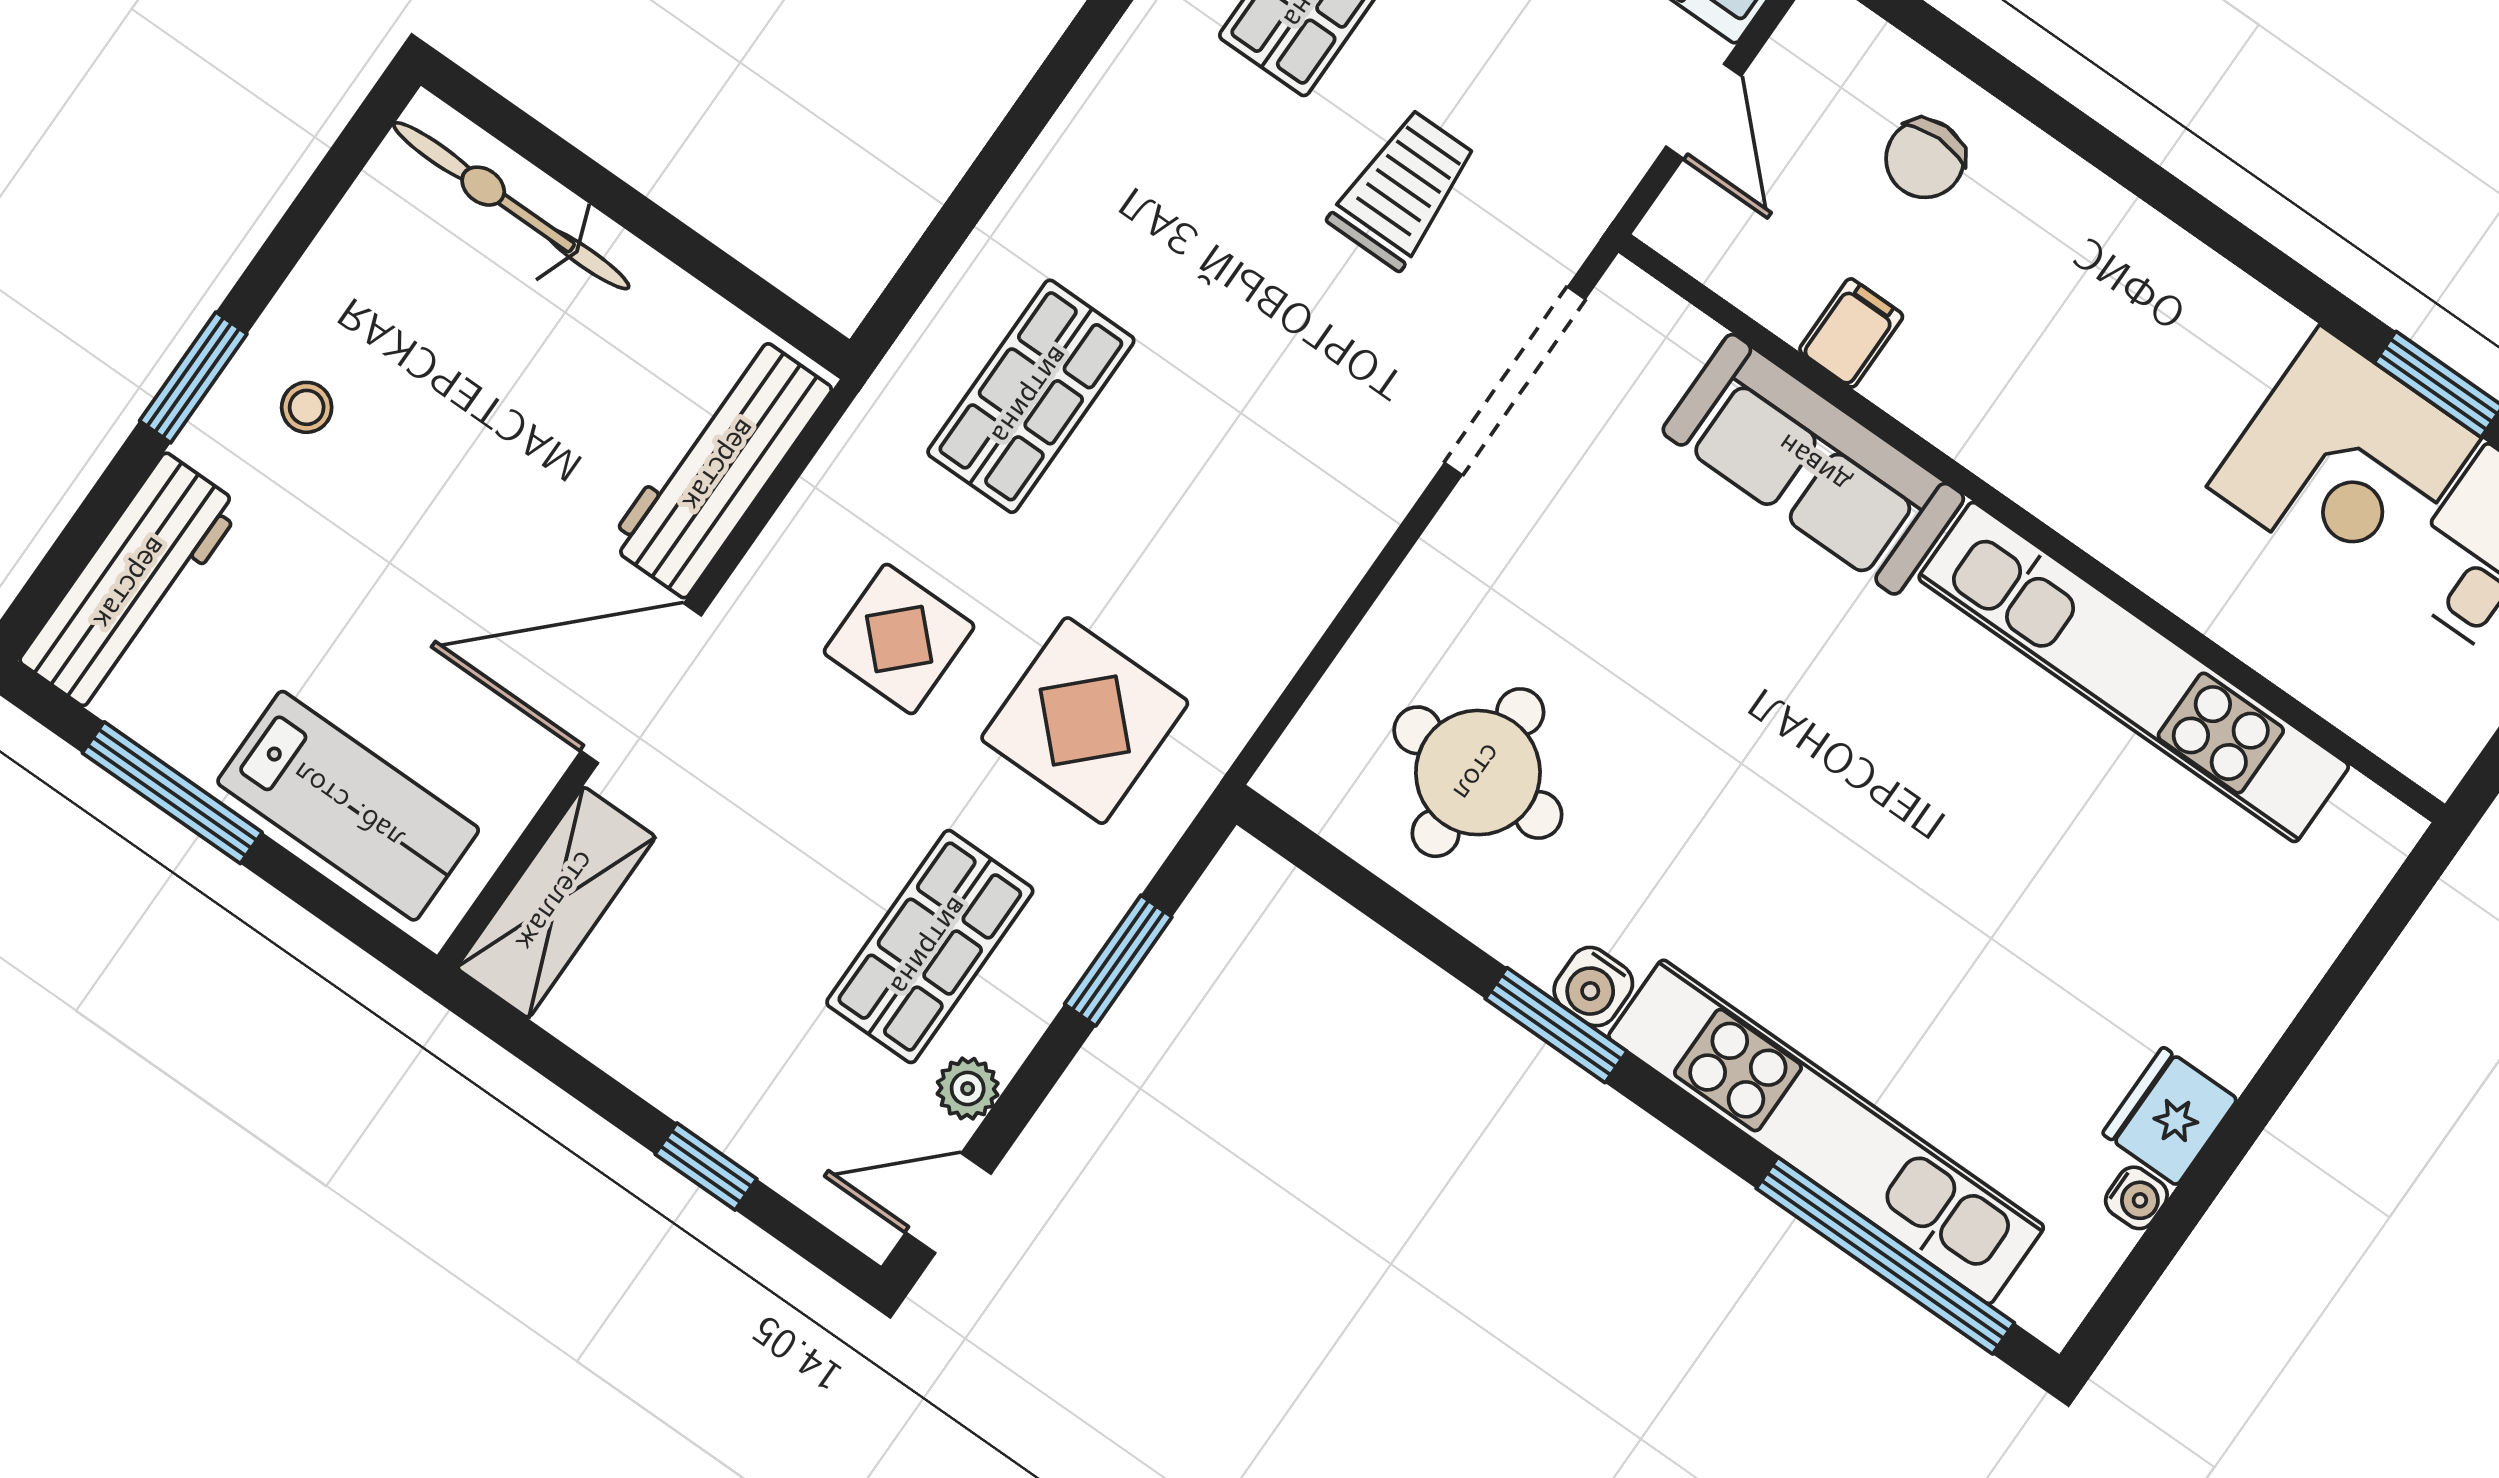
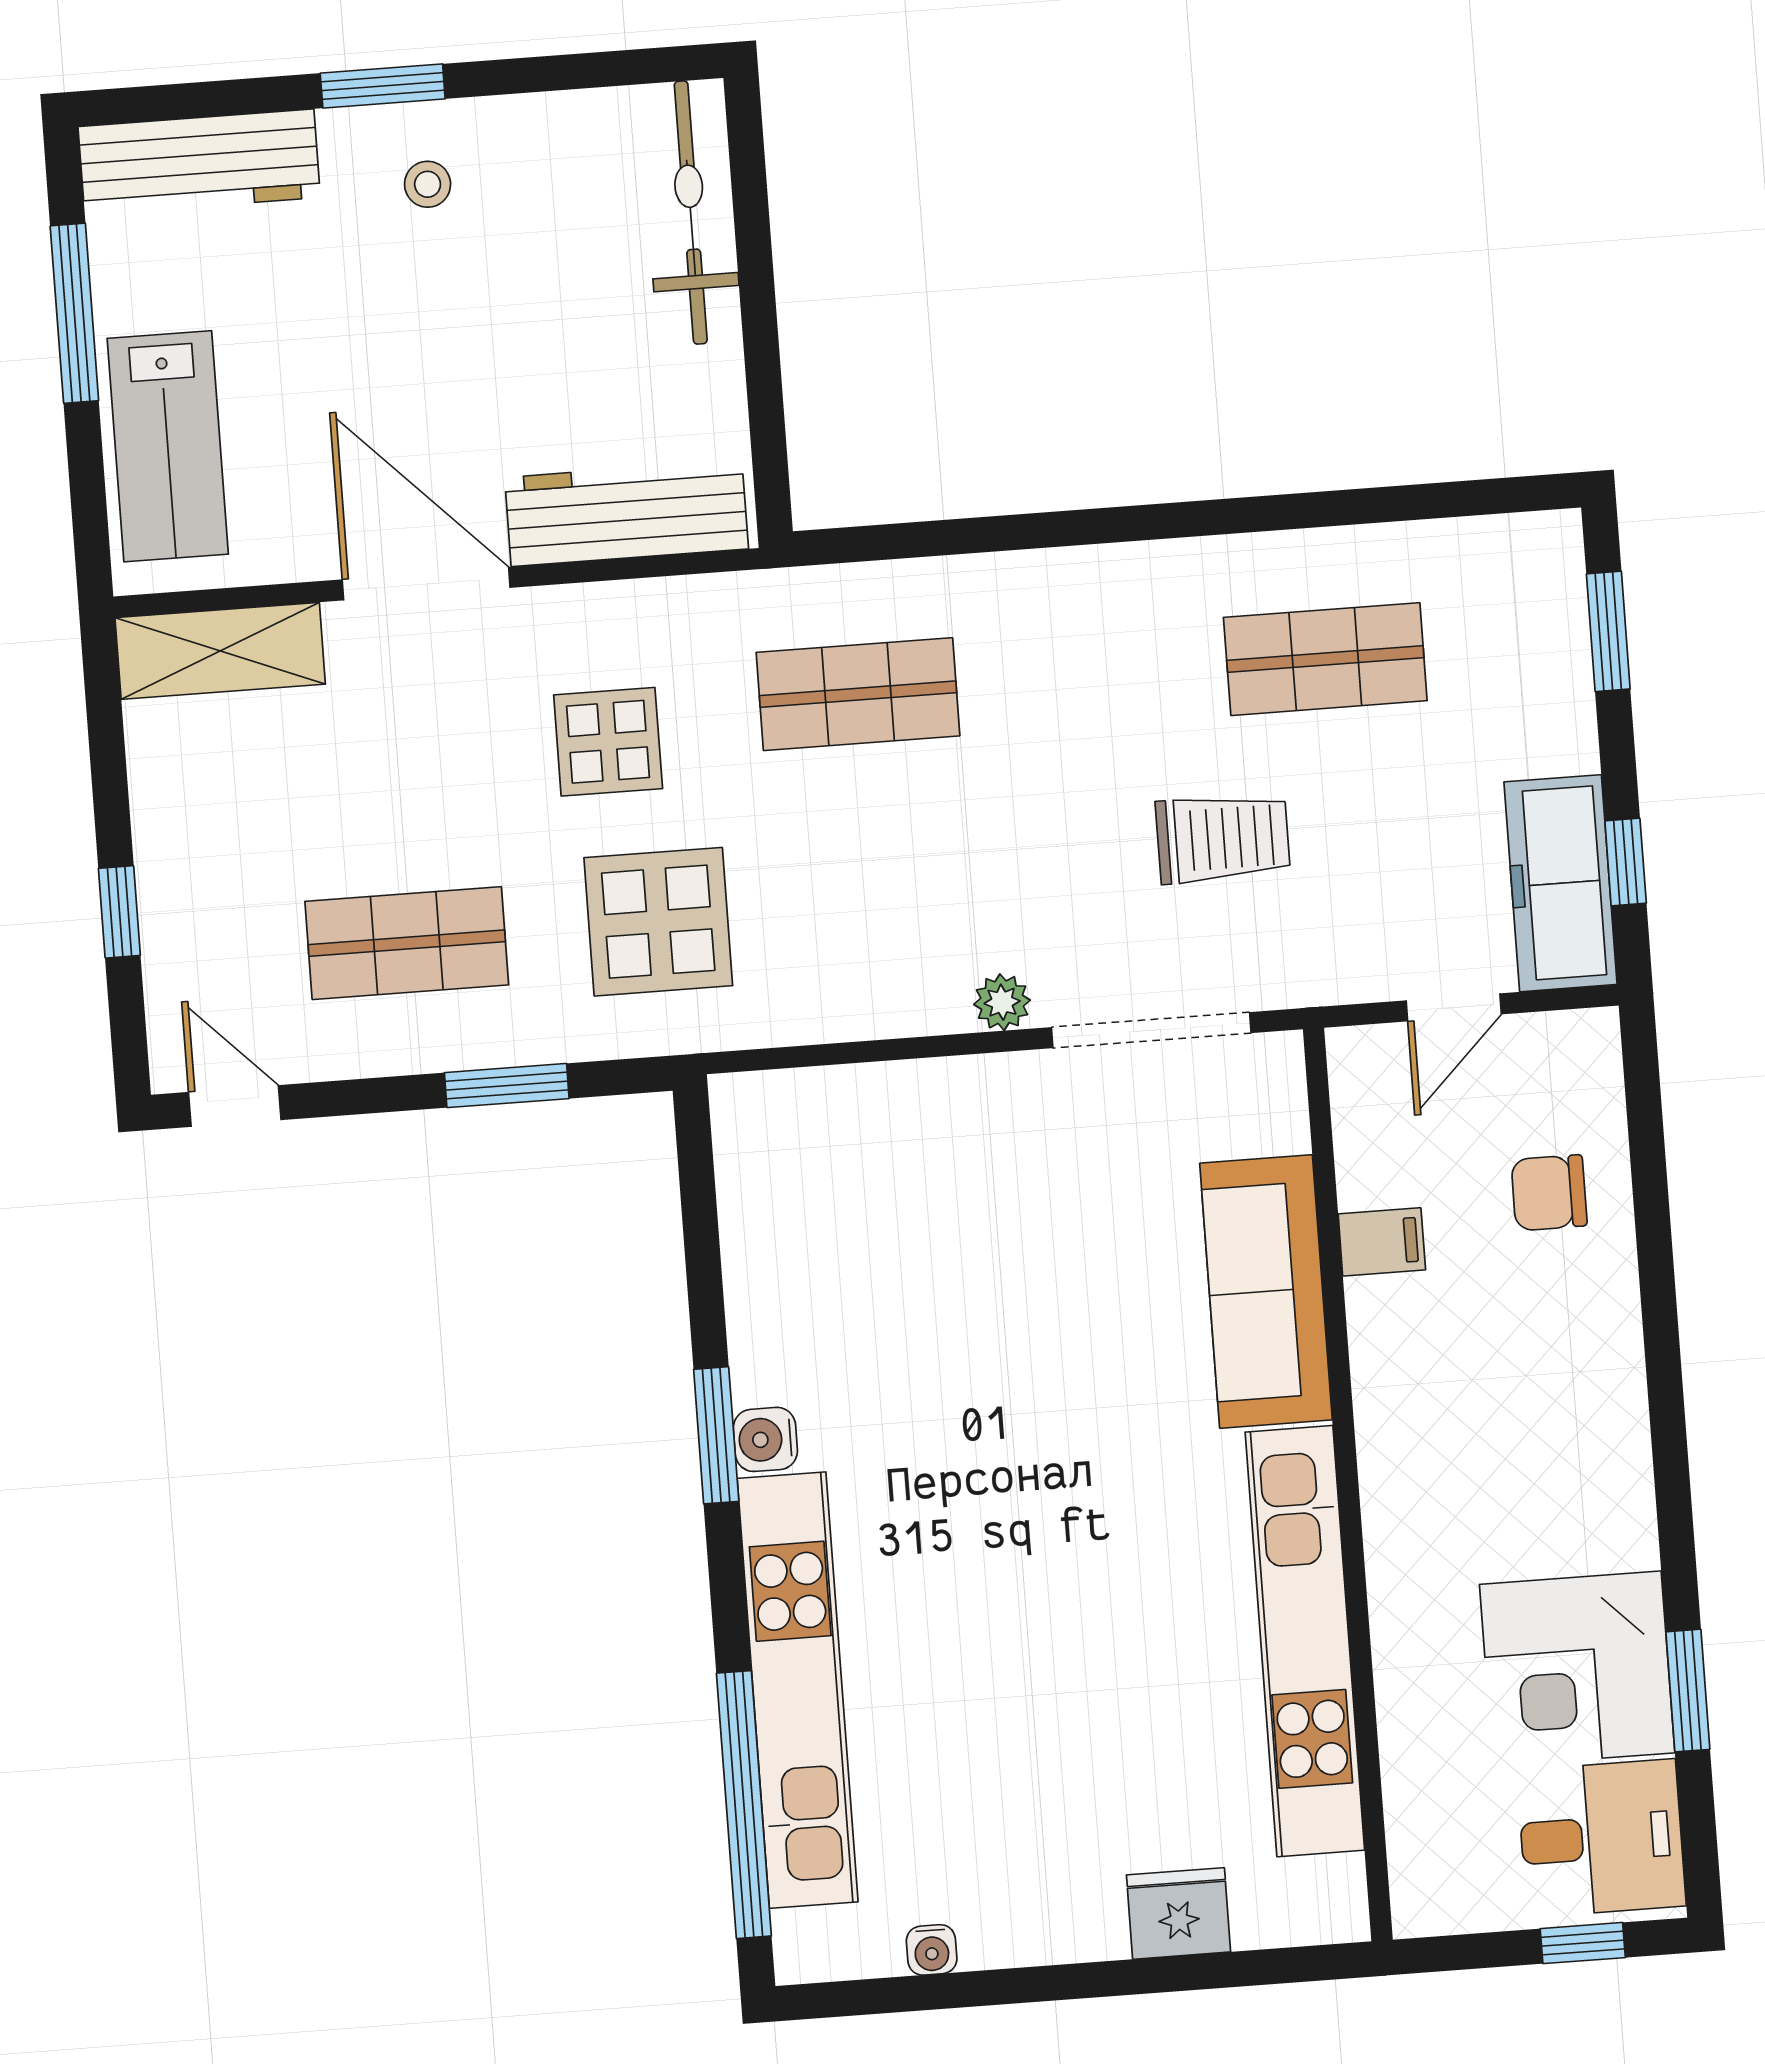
round table: (1478, 773) -> (851, 1232), removed
plant: (968, 1089) -> (1002, 1002), moved
fridge: (2170, 1116) -> (1179, 1913), moved

